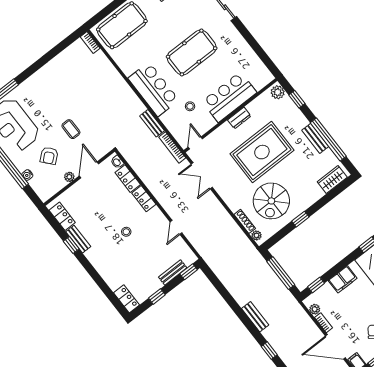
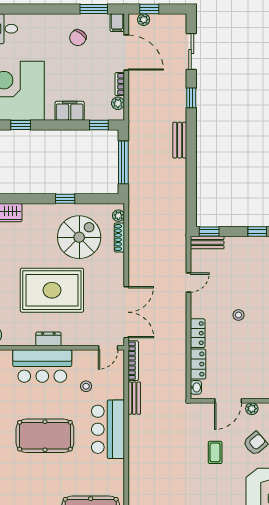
double door: (202, 176) -> (126, 312), width x1.37
bench: (173, 272) -> (207, 243), moved

